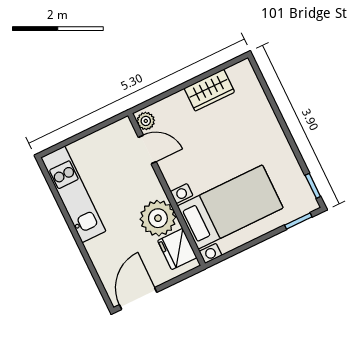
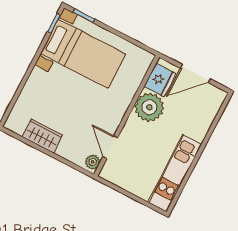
bed with nightstands: (230, 207) -> (83, 54), moved, turned 180
door: (138, 298) -> (195, 74), moved

